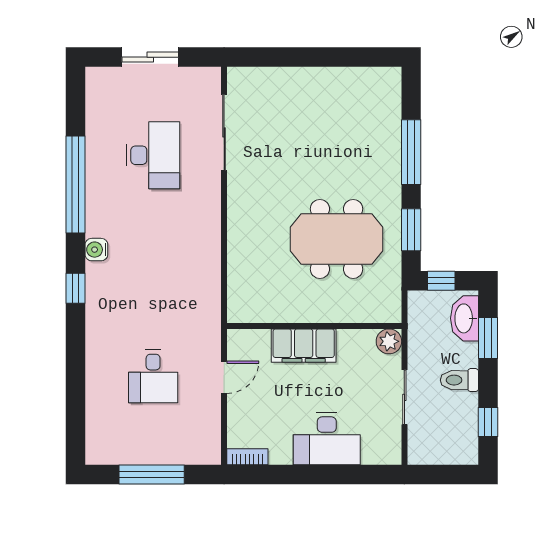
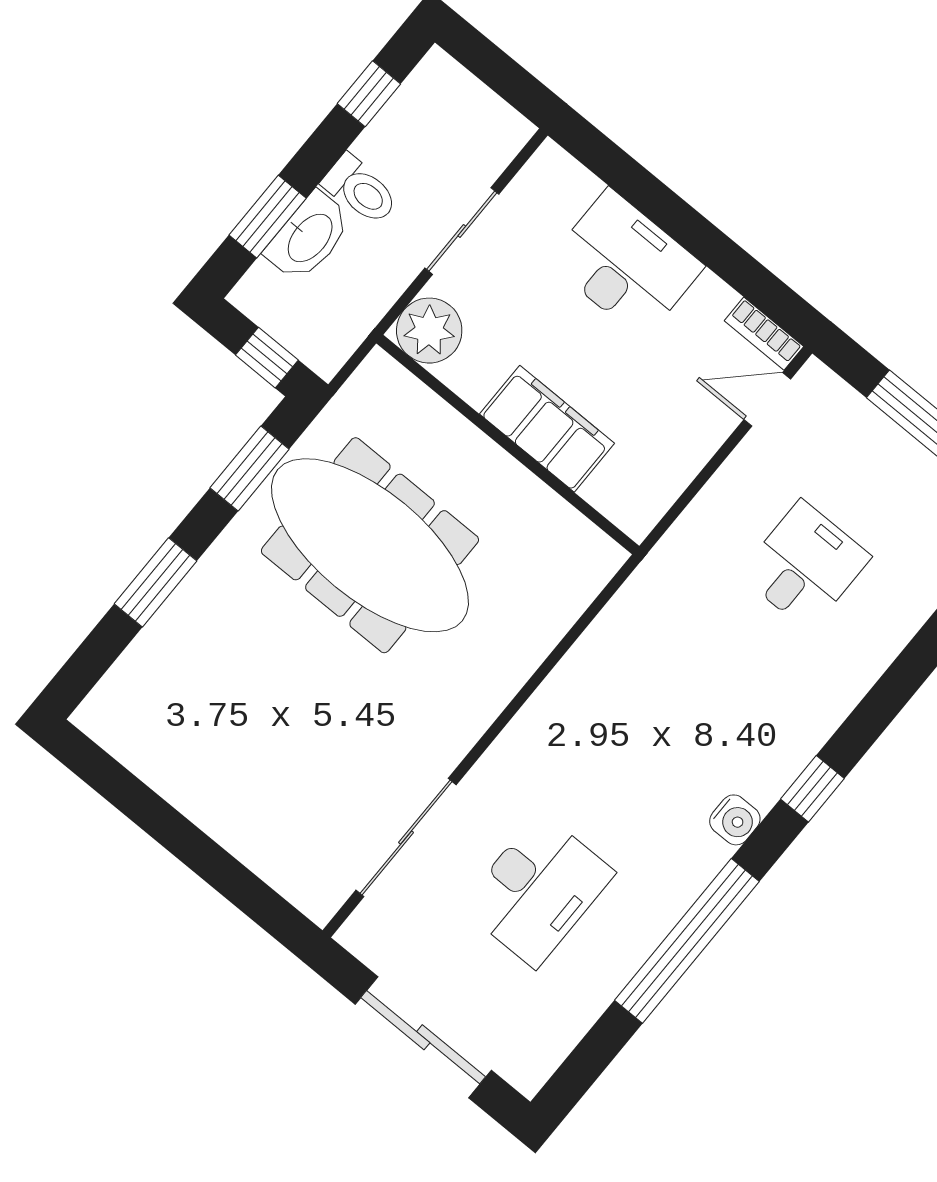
sliding door: (150, 57) -> (423, 1037), width x1.37
window: (411, 152) -> (156, 582), width x0.69
desk: (153, 155) -> (538, 890), turned 180
meeting table: (337, 239) -> (370, 545), width x1.36
washbasin: (464, 318) -> (309, 237), moved
plant: (389, 341) -> (429, 331), width x1.36, depth x1.36
door: (224, 377) -> (767, 399), moved

